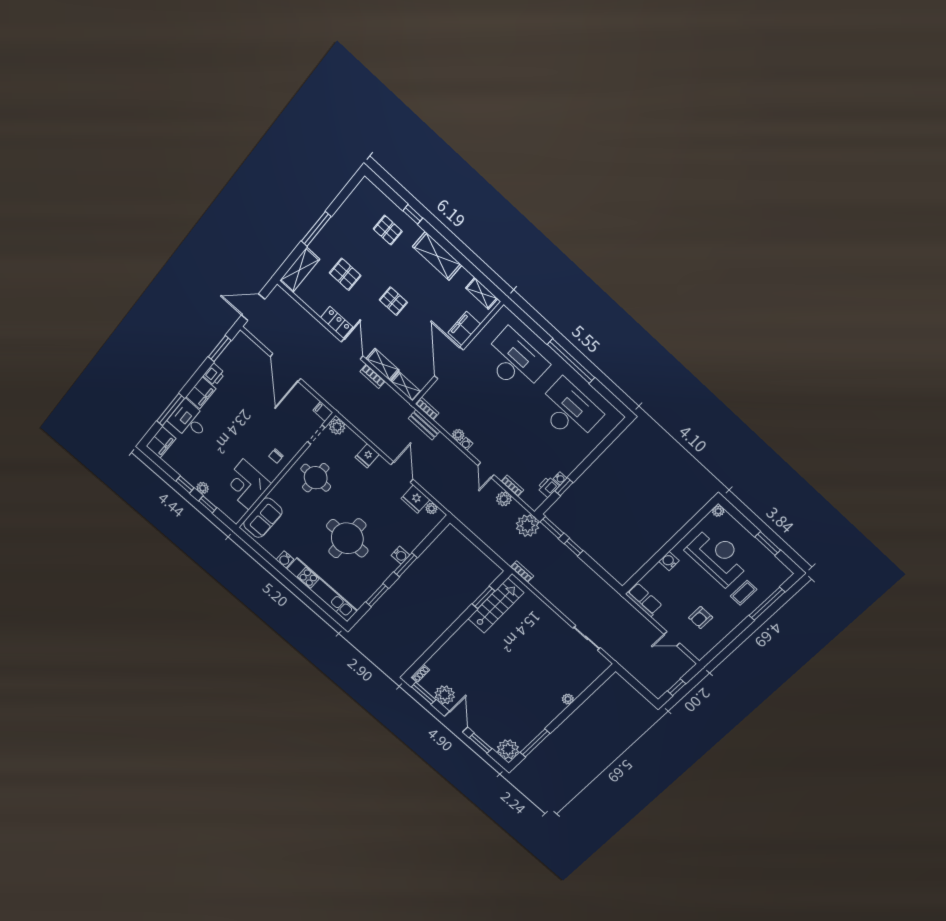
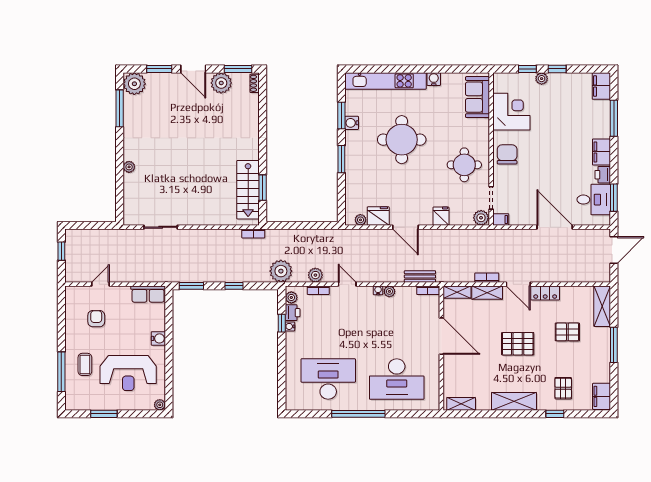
pallet: (388, 230) -> (563, 388), turned 90
pallet: (393, 301) -> (518, 344), width x1.50, depth x1.42
filing cabinet: (464, 328) -> (601, 396), moved, turned 180
desk: (569, 411) -> (328, 379), turned 180
desk: (189, 420) -> (594, 200), moved
chair: (276, 456) -> (507, 154), width x1.87, depth x1.87
plant: (538, 499) -> (291, 297), added
window: (552, 527) -> (191, 286), moved
water cooler: (400, 555) -> (352, 123), moved

